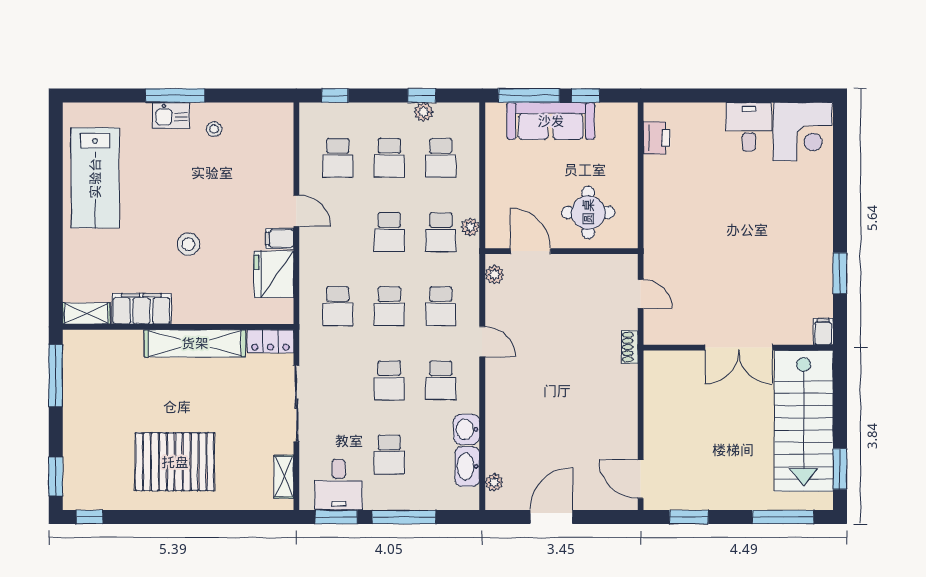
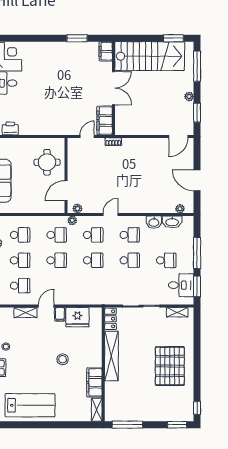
shelving: (283, 169) -> (26, 313), added
plant: (470, 227) -> (72, 220), moved
school desk: (338, 306) -> (93, 286), removed
filing cabinet: (673, 329) -> (105, 121), added
filing cabinet: (823, 332) -> (106, 51), width x2.00
plant: (722, 501) -> (189, 97), added

